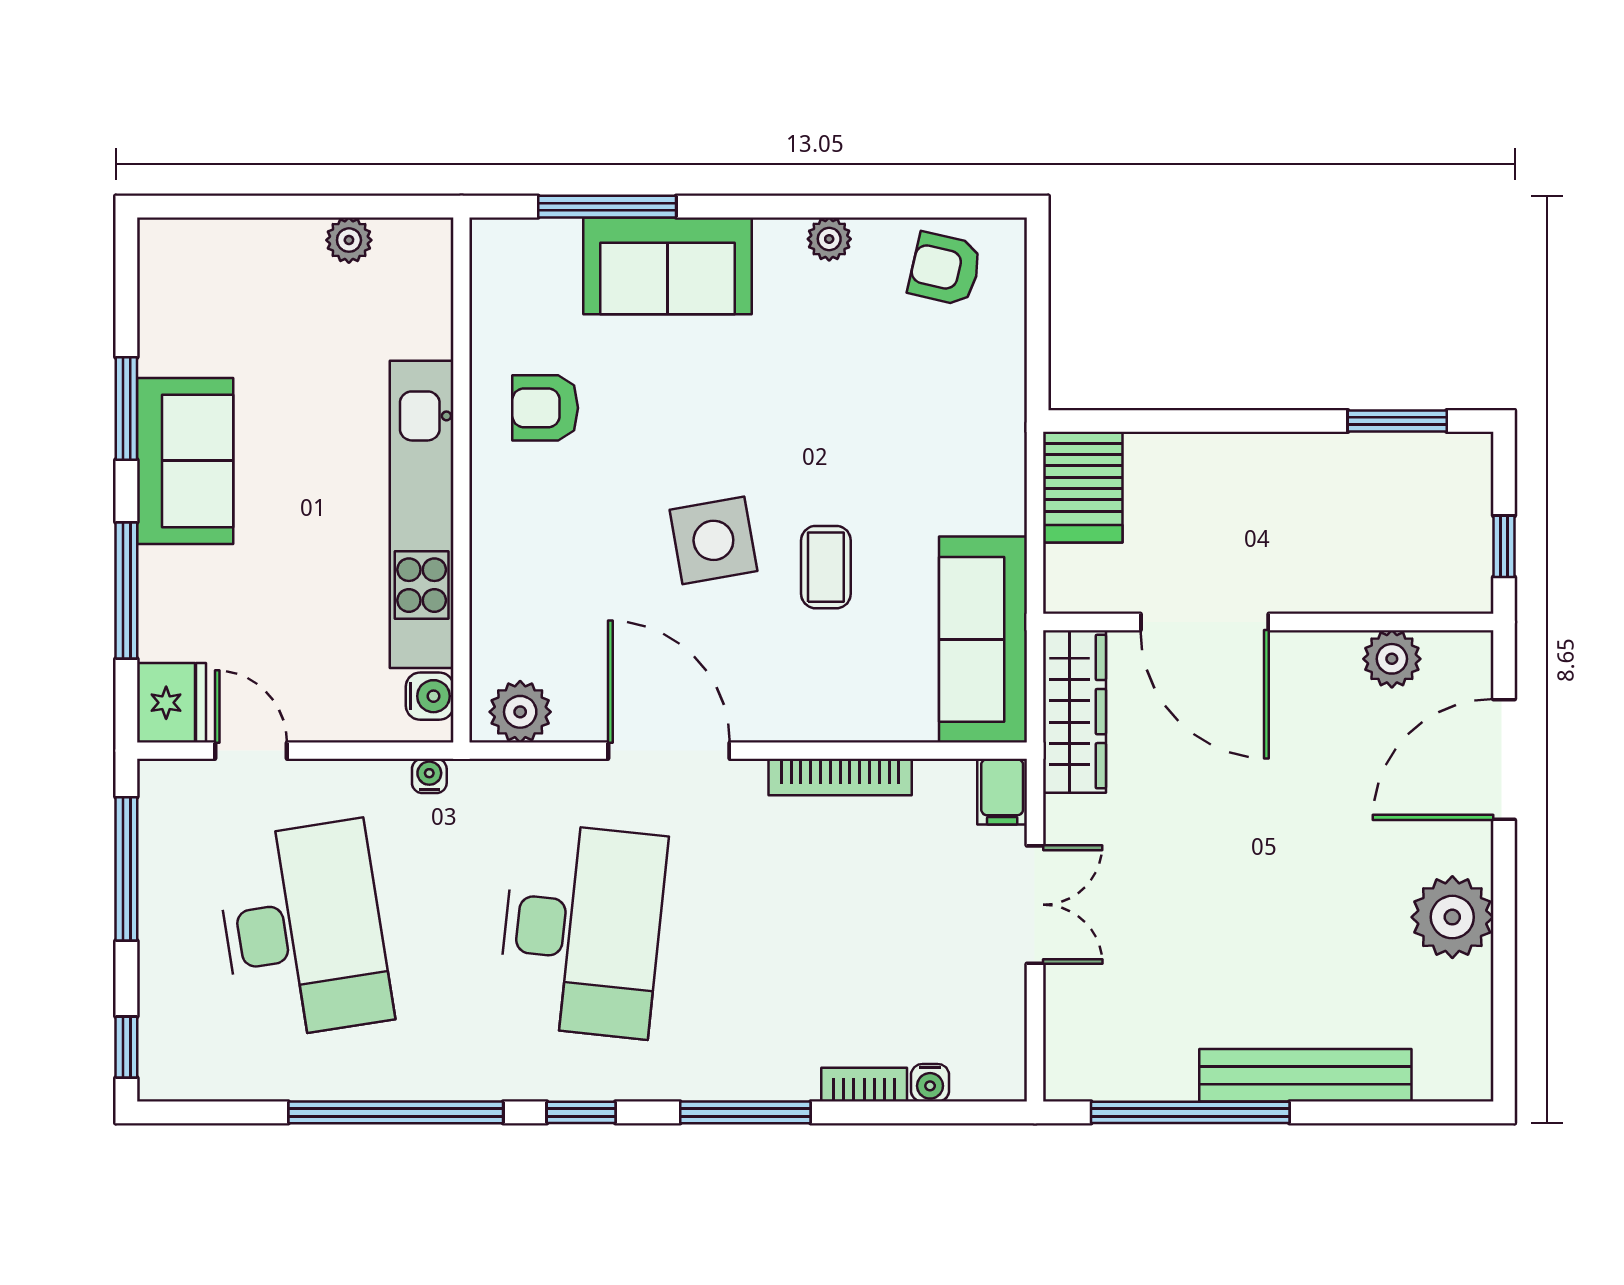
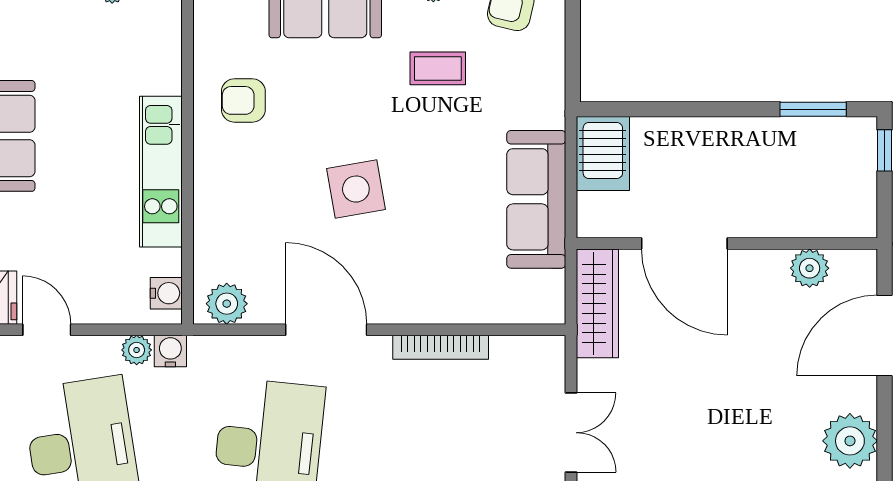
kitchen unit: (422, 514) -> (161, 172), width x0.73
window: (1504, 546) -> (885, 150), moved
coffee table: (826, 567) -> (438, 68), moved, turned 90
sofa: (983, 639) -> (536, 199), moved
water cooler: (429, 776) -> (170, 351), width x1.38, depth x1.38
plant: (385, 781) -> (137, 350), added
filing cabinet: (1002, 792) -> (549, 357), removed

